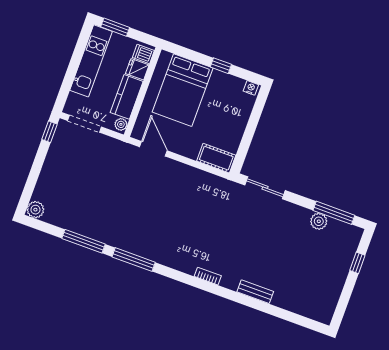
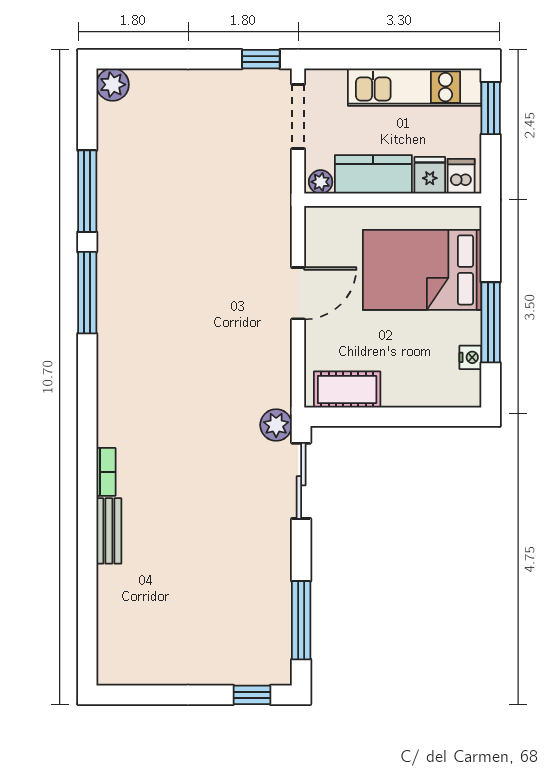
window: (221, 66) -> (491, 322), width x2.17
nightstand: (251, 88) -> (470, 357), moved
door: (153, 149) -> (298, 293), moved
cot: (216, 158) -> (347, 390), moved, turned 90
plant: (319, 221) -> (276, 425), moved
window: (357, 263) -> (252, 695), moved
bookcase: (208, 276) -> (106, 472), moved

